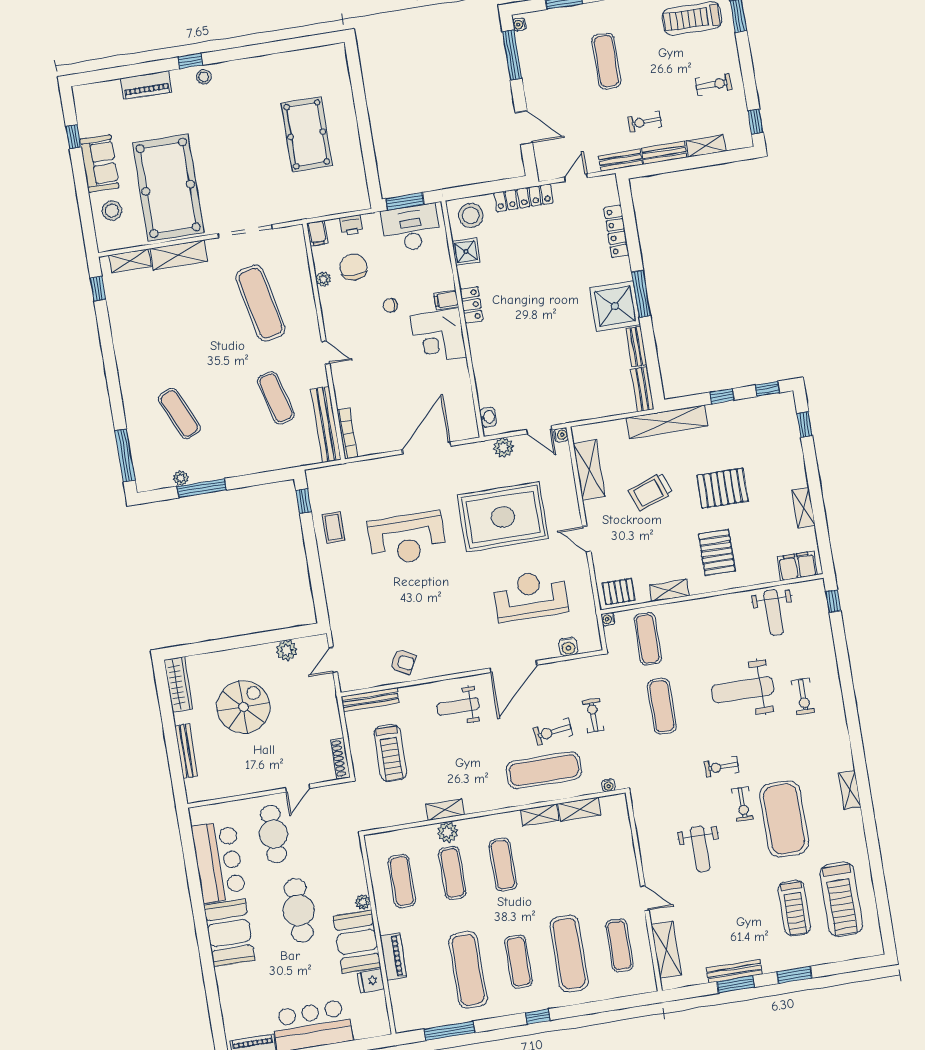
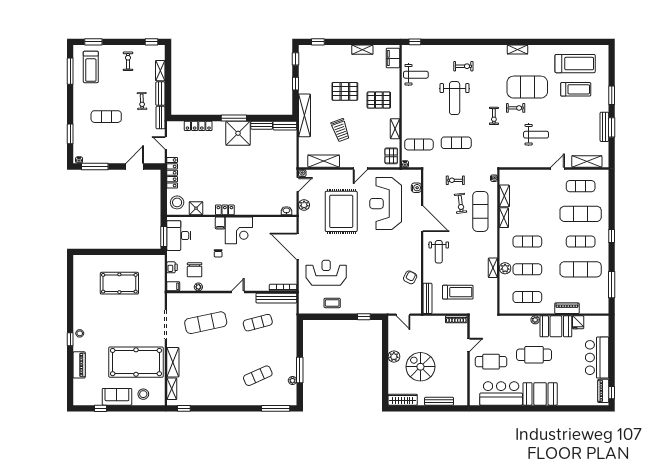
chair: (353, 267) -> (195, 270), turned -90
pallet: (722, 488) -> (345, 91), turned 90
window: (304, 501) -> (364, 317), moved
reception desk: (407, 539) -> (326, 273), moved, turned -90
reception desk: (530, 596) -> (386, 204), width x1.36, depth x1.30
plant: (287, 651) -> (394, 357), moved
door: (298, 788) -> (469, 345), hinge flipped

